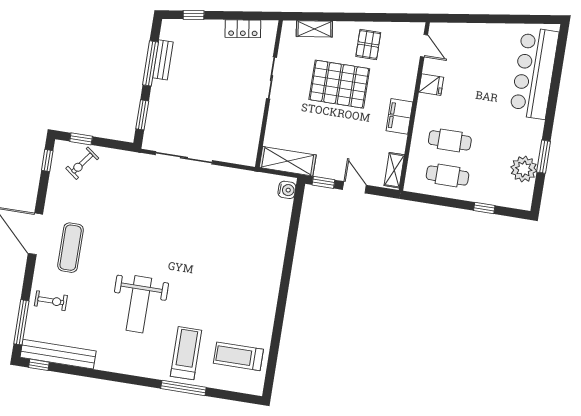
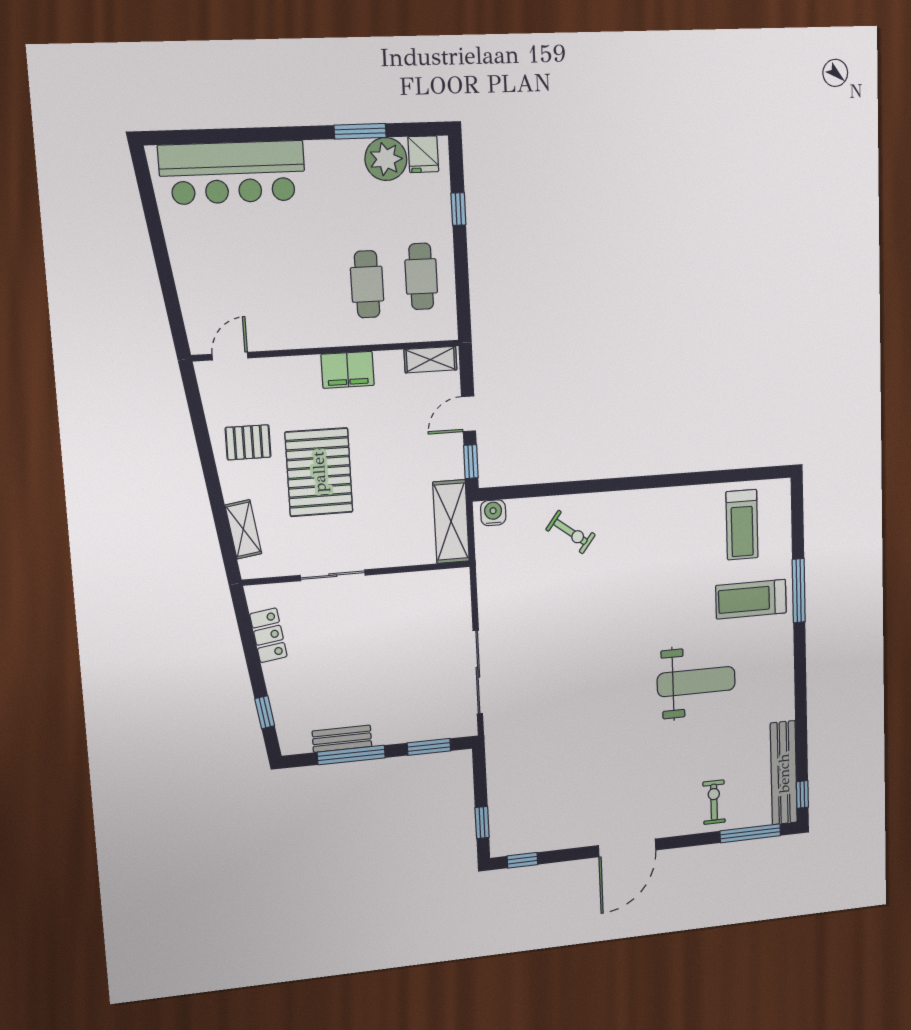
fridge: (431, 85) -> (423, 154), moved, turned 180
exercise bike: (82, 163) -> (571, 532), moved
exercise mat: (71, 248) -> (637, 796), removed

